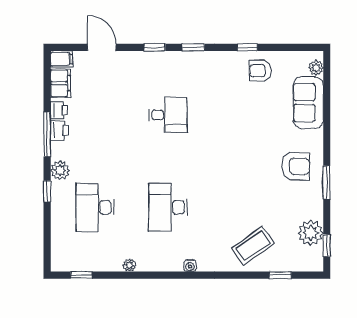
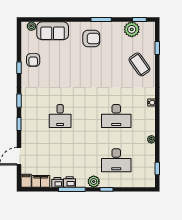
desk: (168, 115) -> (60, 116), turned 180
armchair: (296, 166) -> (91, 39), turned 90

